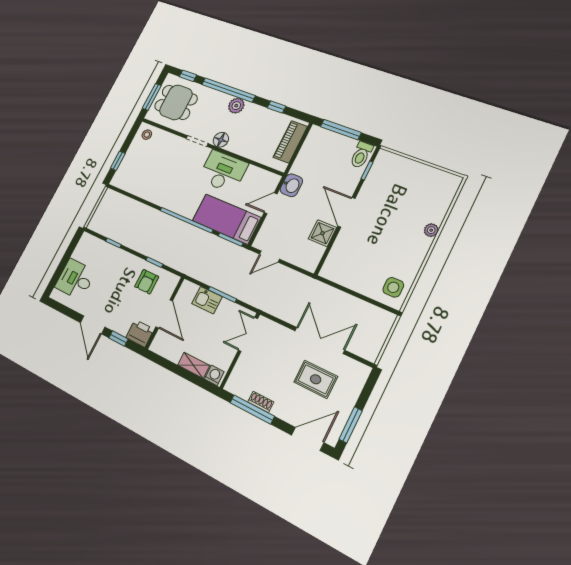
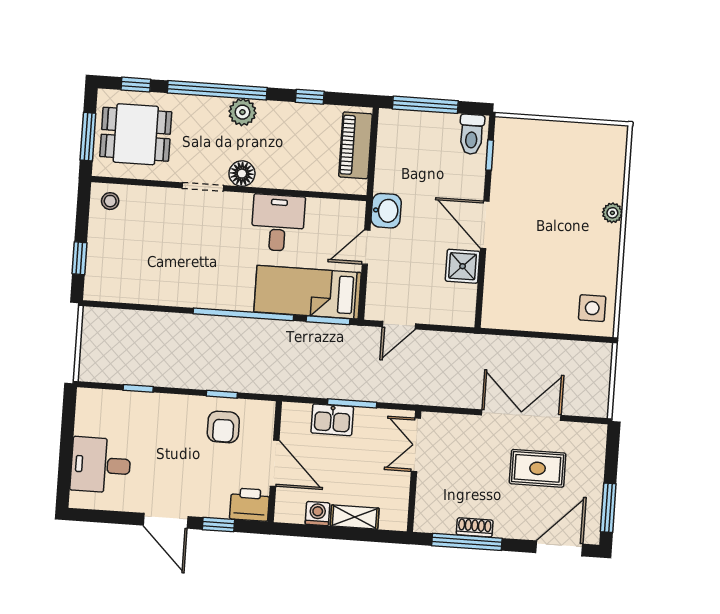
desk: (223, 172) -> (278, 223), width x0.73
washing machine: (214, 375) -> (318, 514), moved

